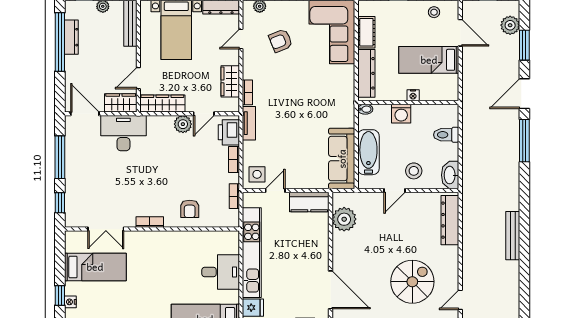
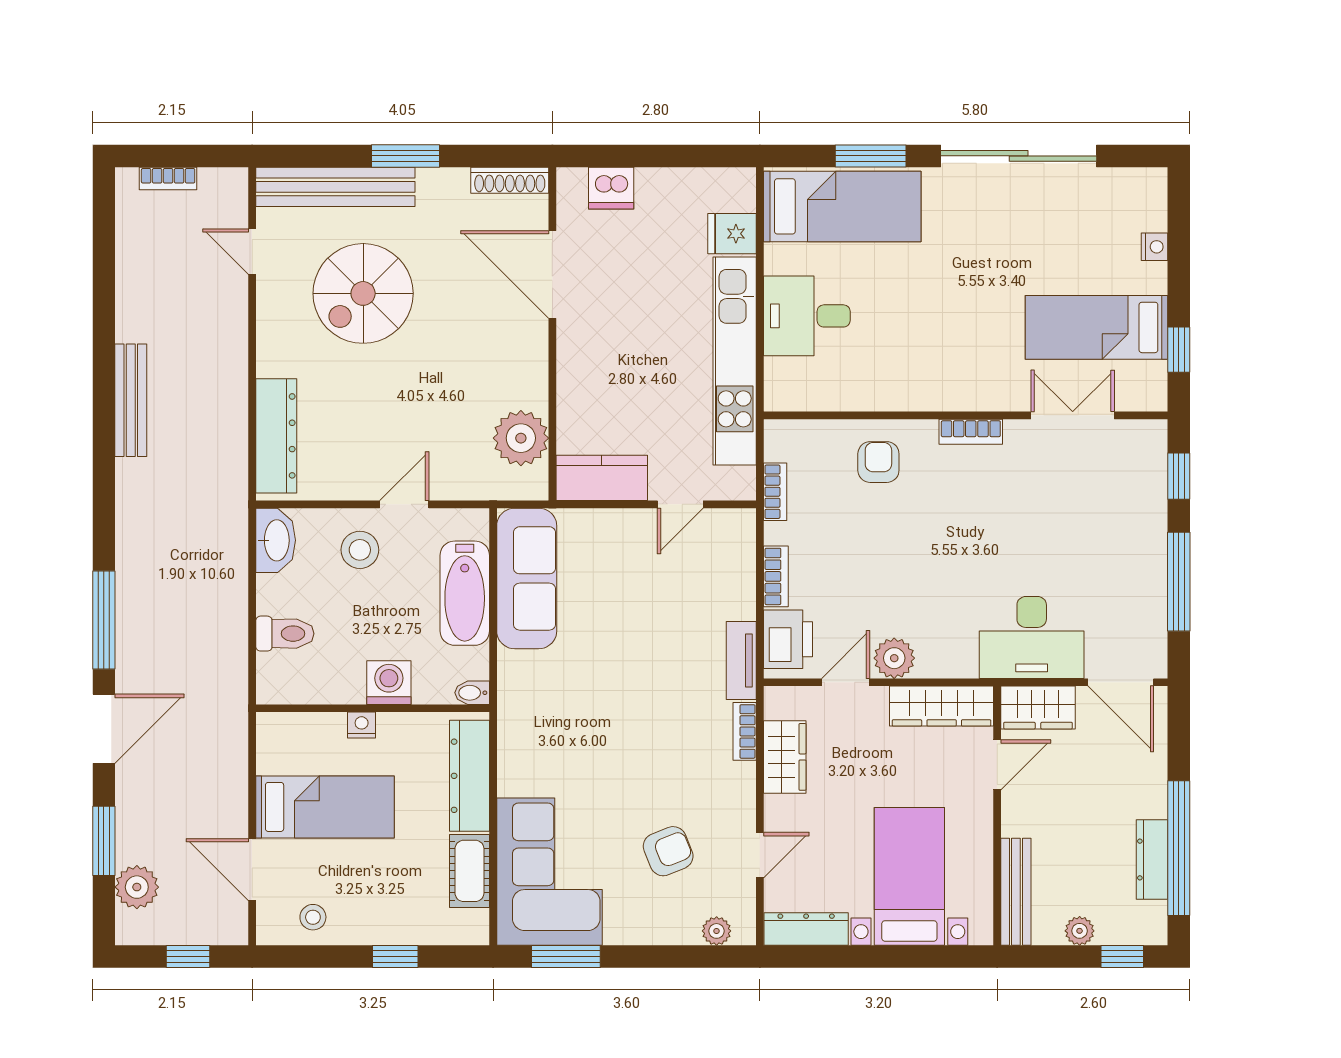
side table: (257, 174) -> (722, 542), removed
window: (60, 295) -> (1179, 350), moved
door: (460, 300) -> (252, 252), swing flipped

